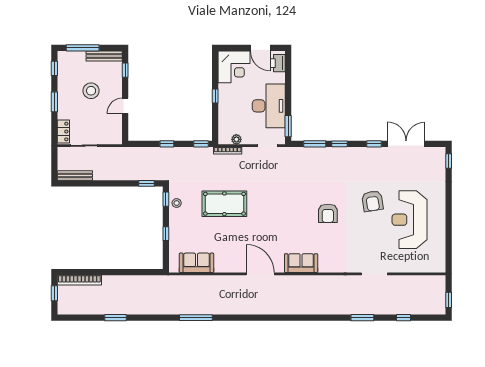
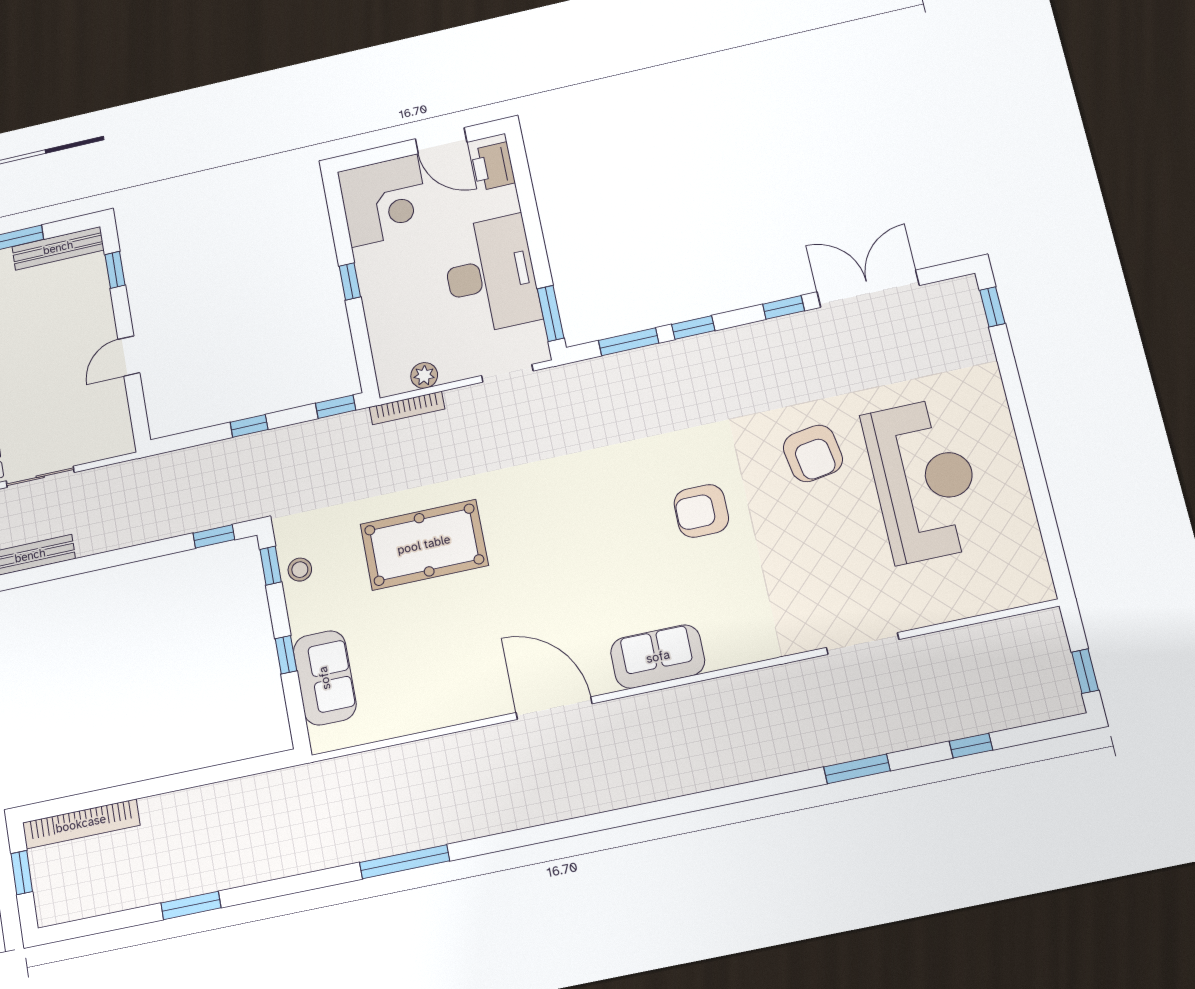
stool: (91, 91) -> (39, 339), removed
armchair: (328, 213) -> (701, 511), turned 90
reception desk: (410, 220) -> (924, 480), turned 180
sofa: (196, 263) -> (325, 678), moved, turned 90

